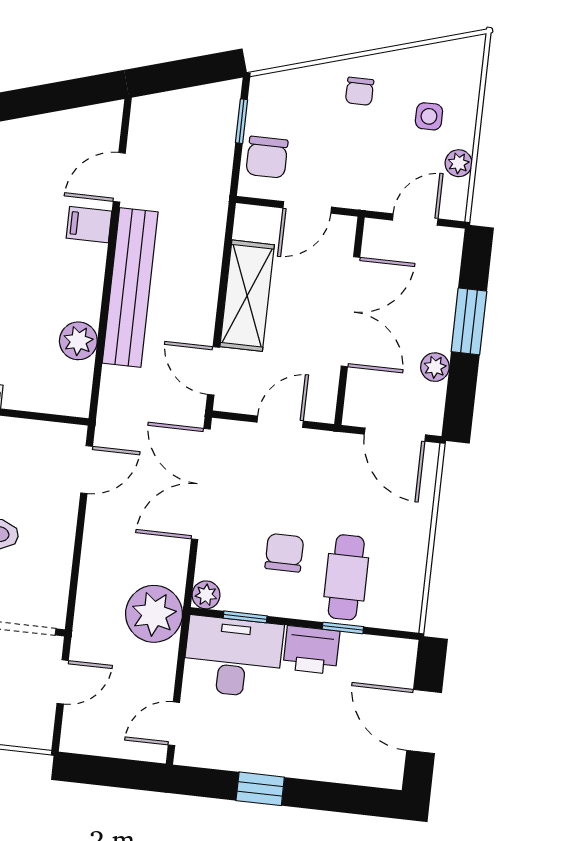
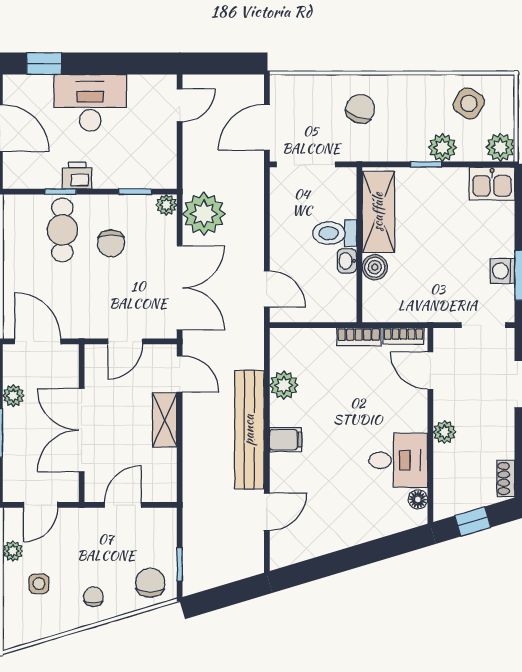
chair: (267, 157) -> (150, 583), moved
filing cabinet: (89, 225) -> (286, 440), moved
shelving: (247, 296) -> (165, 420), width x0.67, depth x0.75
door: (87, 470) -> (267, 289), swing flipped
plant: (154, 614) -> (204, 214), moved
printer: (311, 650) -> (77, 176), width x0.73, depth x0.81
desk: (233, 657) -> (90, 103), moved, turned 180
door: (63, 682) -> (267, 127), width x1.38
window: (260, 789) -> (44, 64), moved

